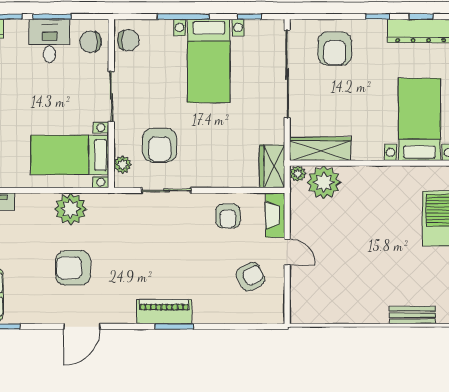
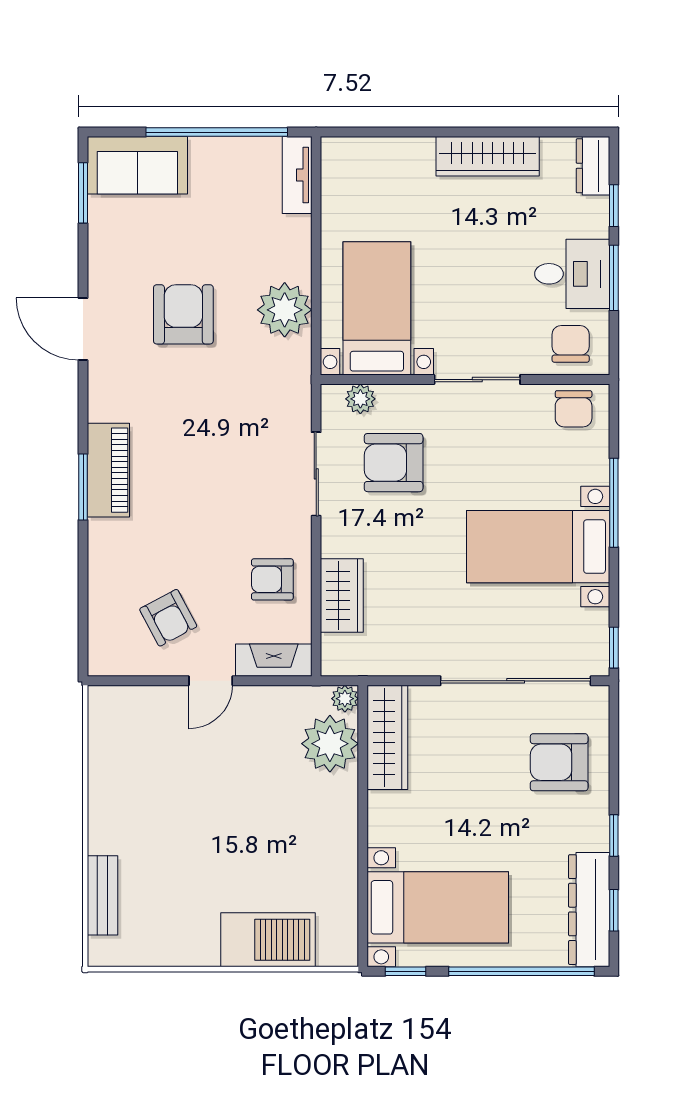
window: (249, 17) -> (614, 648), moved
wardrobe: (272, 166) -> (342, 596), moved, turned 90

